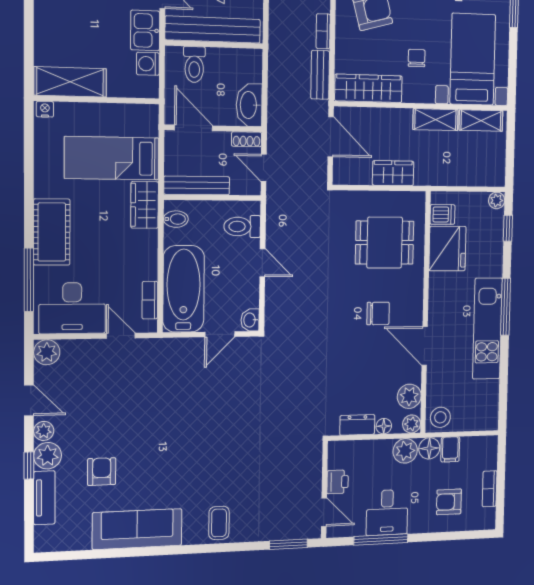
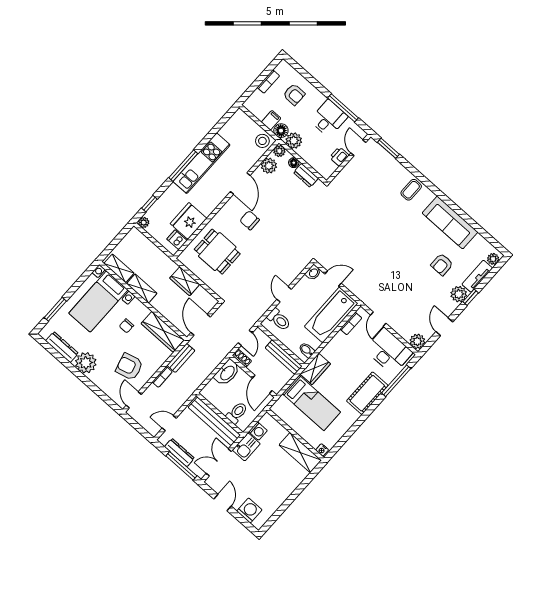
plant: (44, 431) -> (493, 259), moved

